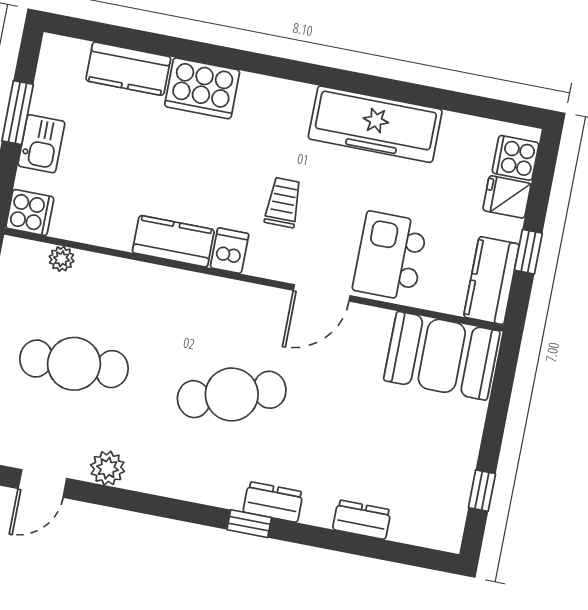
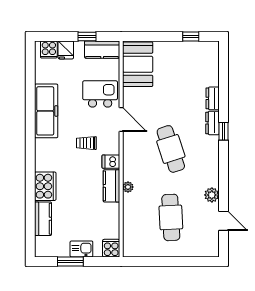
kitchen island: (390, 256) -> (100, 94), turned 180
plant: (62, 259) -> (128, 187), moved
dresser: (362, 520) -> (213, 98), moved

